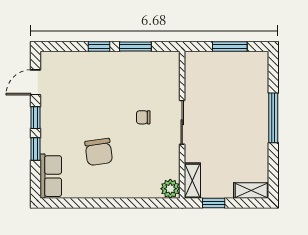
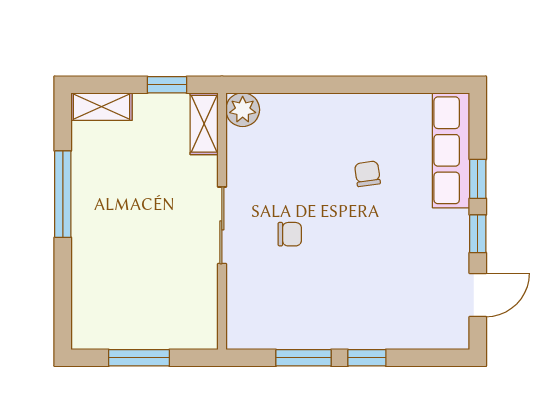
window: (273, 118) -> (63, 194), moved
chair: (99, 152) -> (368, 174), width x0.54, depth x0.54
row of seats: (51, 176) -> (451, 150), width x1.48

